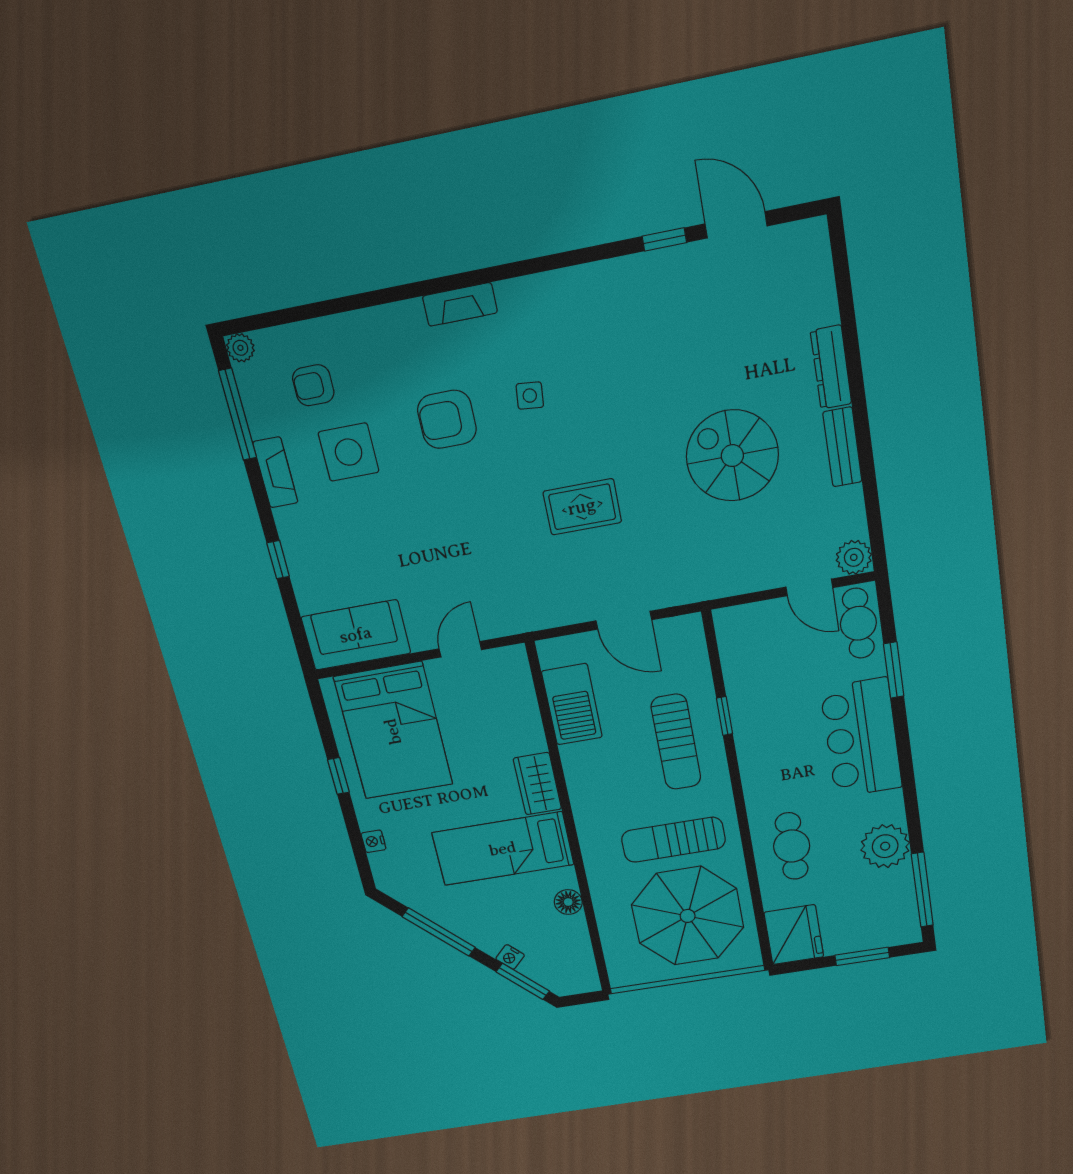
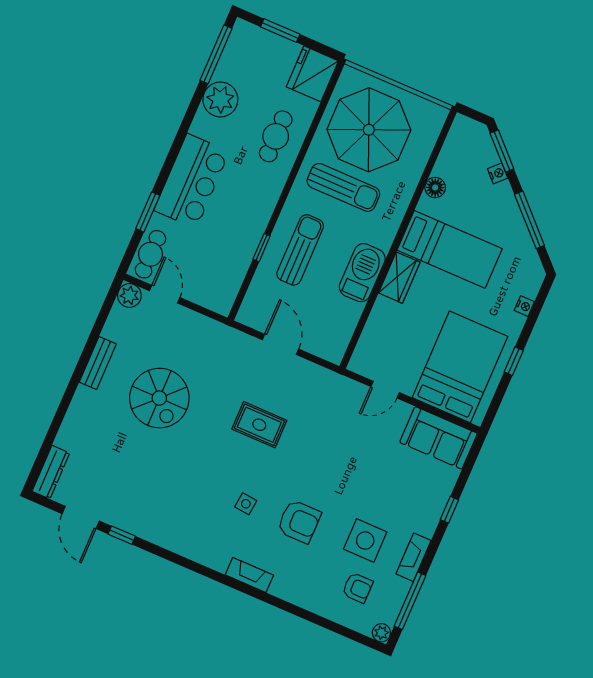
dresser: (831, 367) -> (51, 472), moved
barbecue: (572, 704) -> (362, 273), moved

